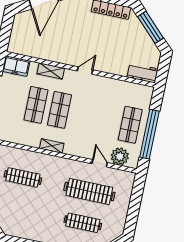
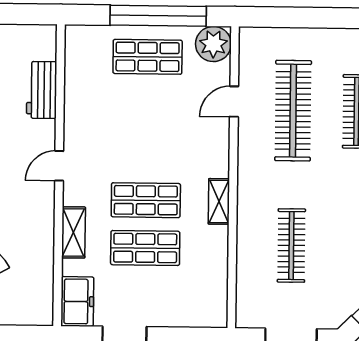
door: (85, 70) -> (59, 166), hinge flipped
workbench: (143, 73) -> (42, 90), moved
plant: (120, 156) -> (213, 44), moved

